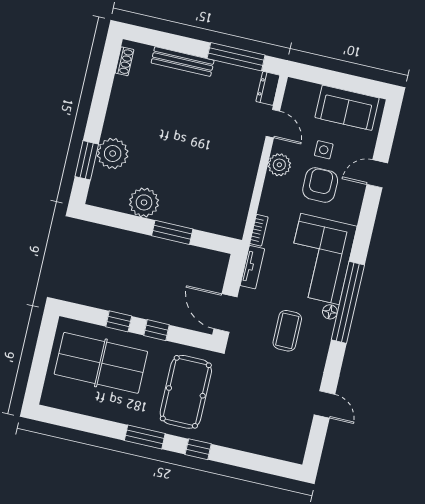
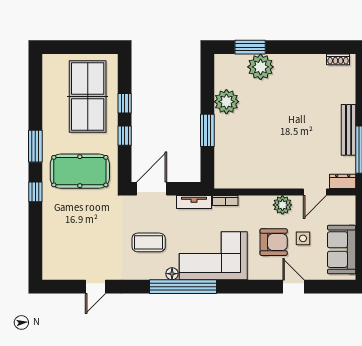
bench: (183, 62) -> (349, 130), moved

